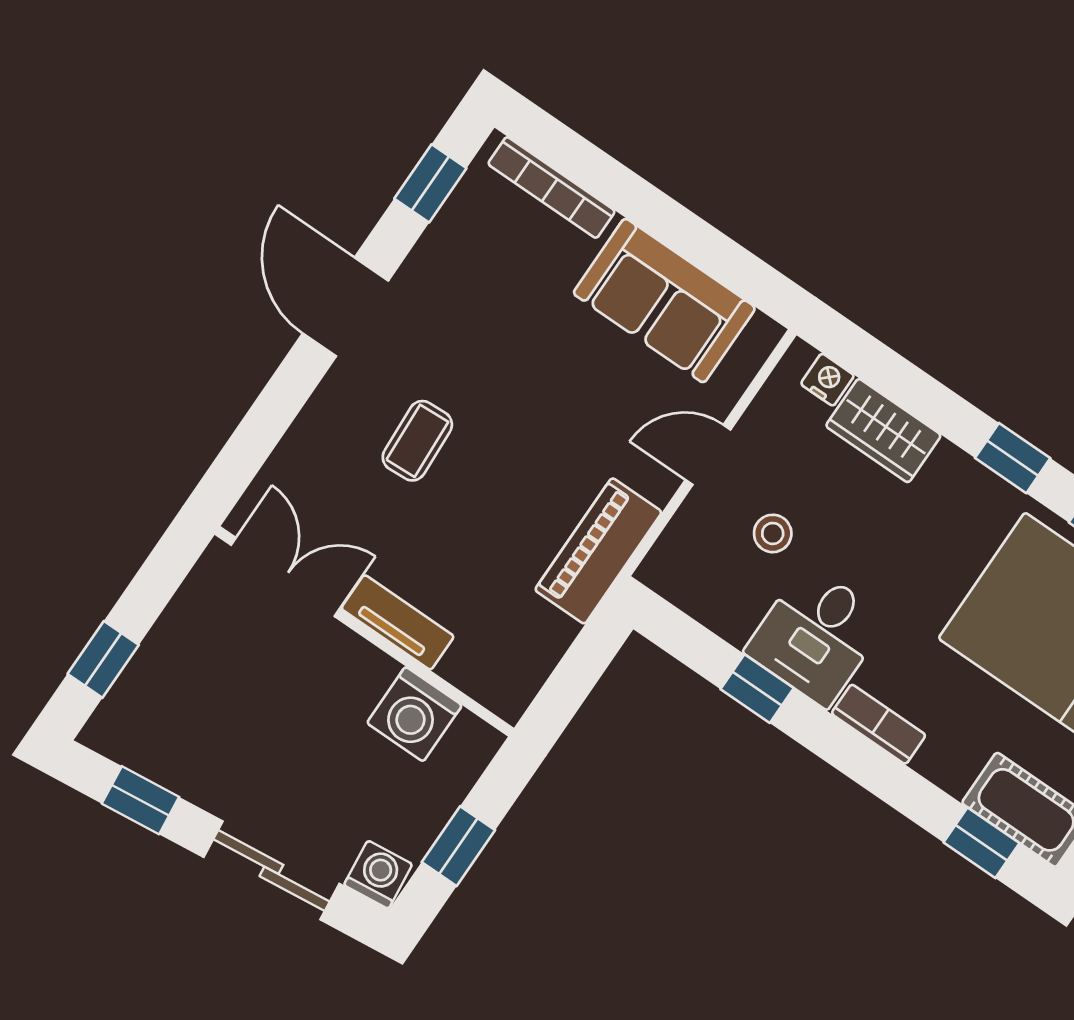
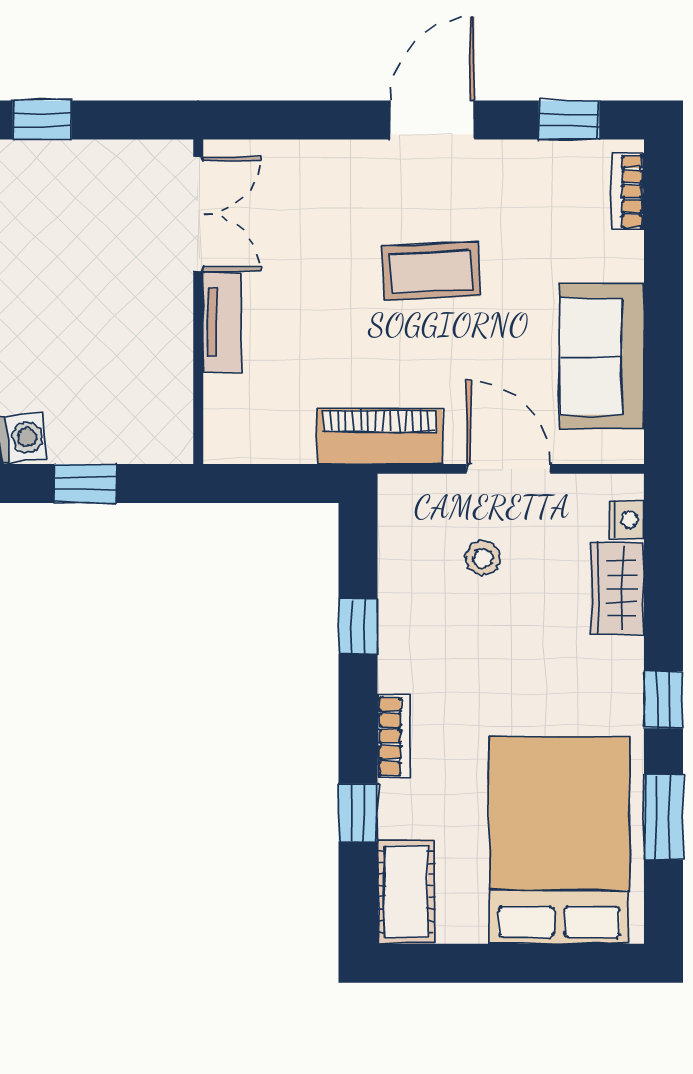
bookcase: (552, 187) -> (629, 191), width x0.64
coffee table: (417, 441) -> (431, 271), moved, width x1.36, depth x1.30
door: (708, 455) -> (508, 469), width x1.38
desk: (816, 635) -> (429, 644), removed
washing machine: (414, 714) -> (162, 382), removed
window: (981, 843) -> (358, 813), moved

